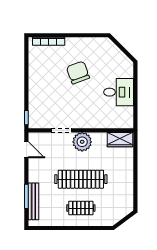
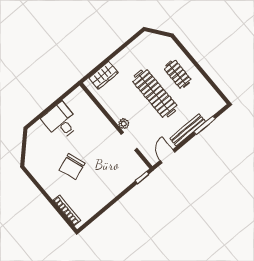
wardrobe: (120, 140) -> (103, 75), moved, turned 90
plant: (82, 142) -> (124, 124), width x0.53, depth x0.53
bench: (33, 201) -> (188, 130), moved

